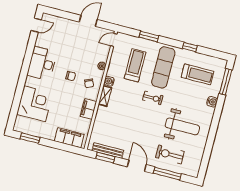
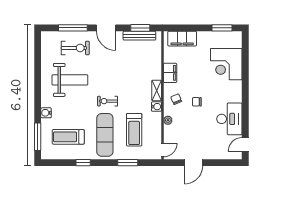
desk: (42, 64) -> (229, 119), moved
weight bench: (182, 126) -> (70, 80), turned 180

